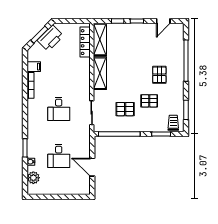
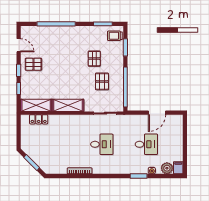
printer: (50, 38) -> (35, 152), removed
locker: (85, 42) -> (39, 119), width x0.66
filing cabinet: (34, 67) -> (178, 168), moved
pallet: (159, 75) -> (33, 64), moved

